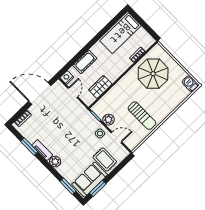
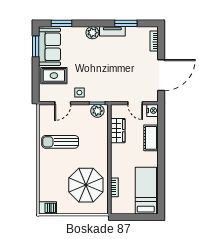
plant: (108, 120) -> (97, 111), moved

